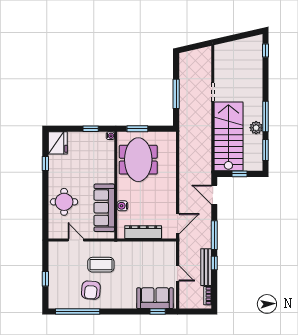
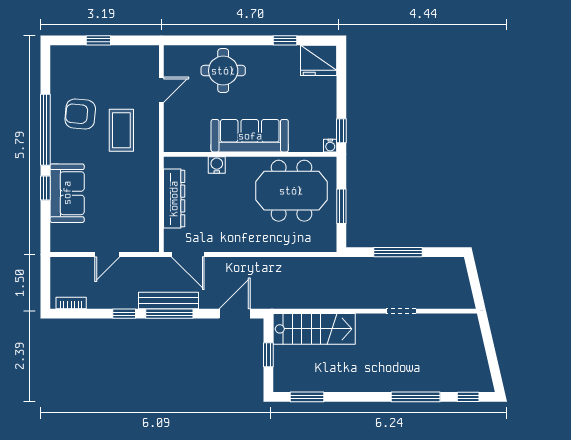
window: (266, 117) -> (416, 397), moved
plant: (256, 128) -> (343, 382), removed
window: (91, 129) -> (341, 131), moved
window: (137, 129) -> (341, 206), moved
stairs: (228, 136) -> (314, 329), width x0.73, depth x0.66
sofa: (104, 208) -> (250, 136), moved
bench: (206, 267) -> (169, 301), moved
sofa: (155, 298) -> (67, 193), moved
window: (78, 312) -> (45, 130), moved
window: (158, 312) -> (45, 188), moved

